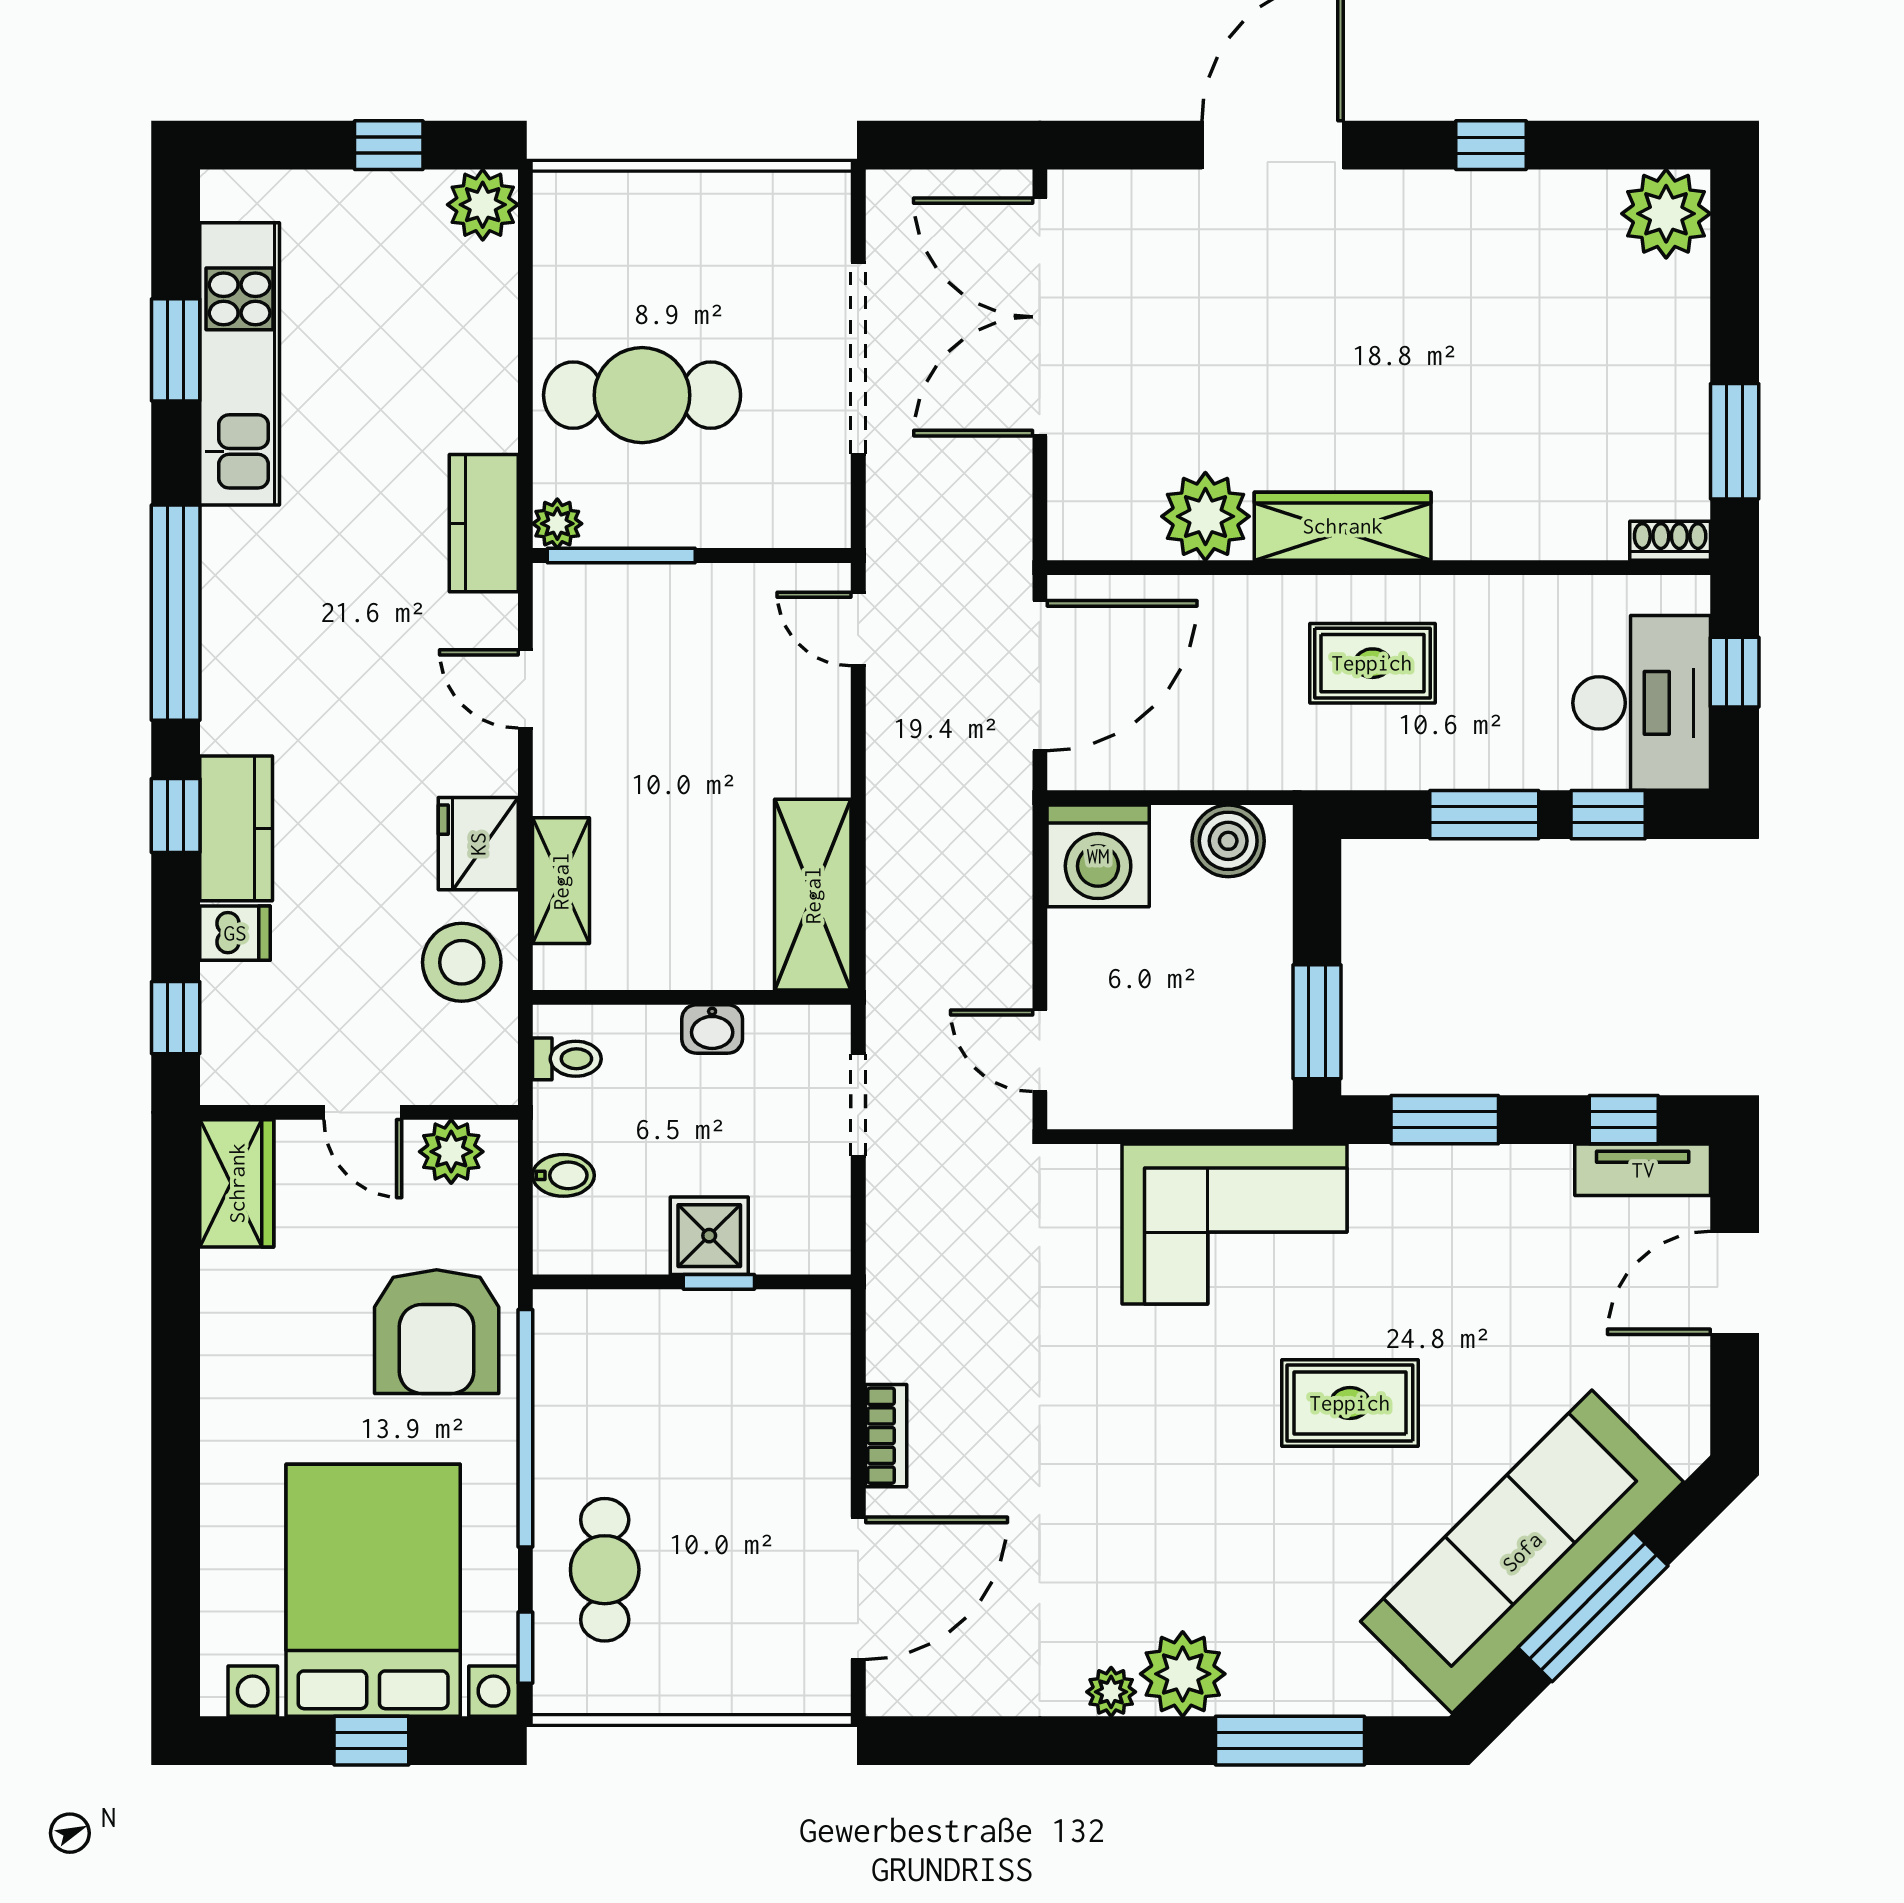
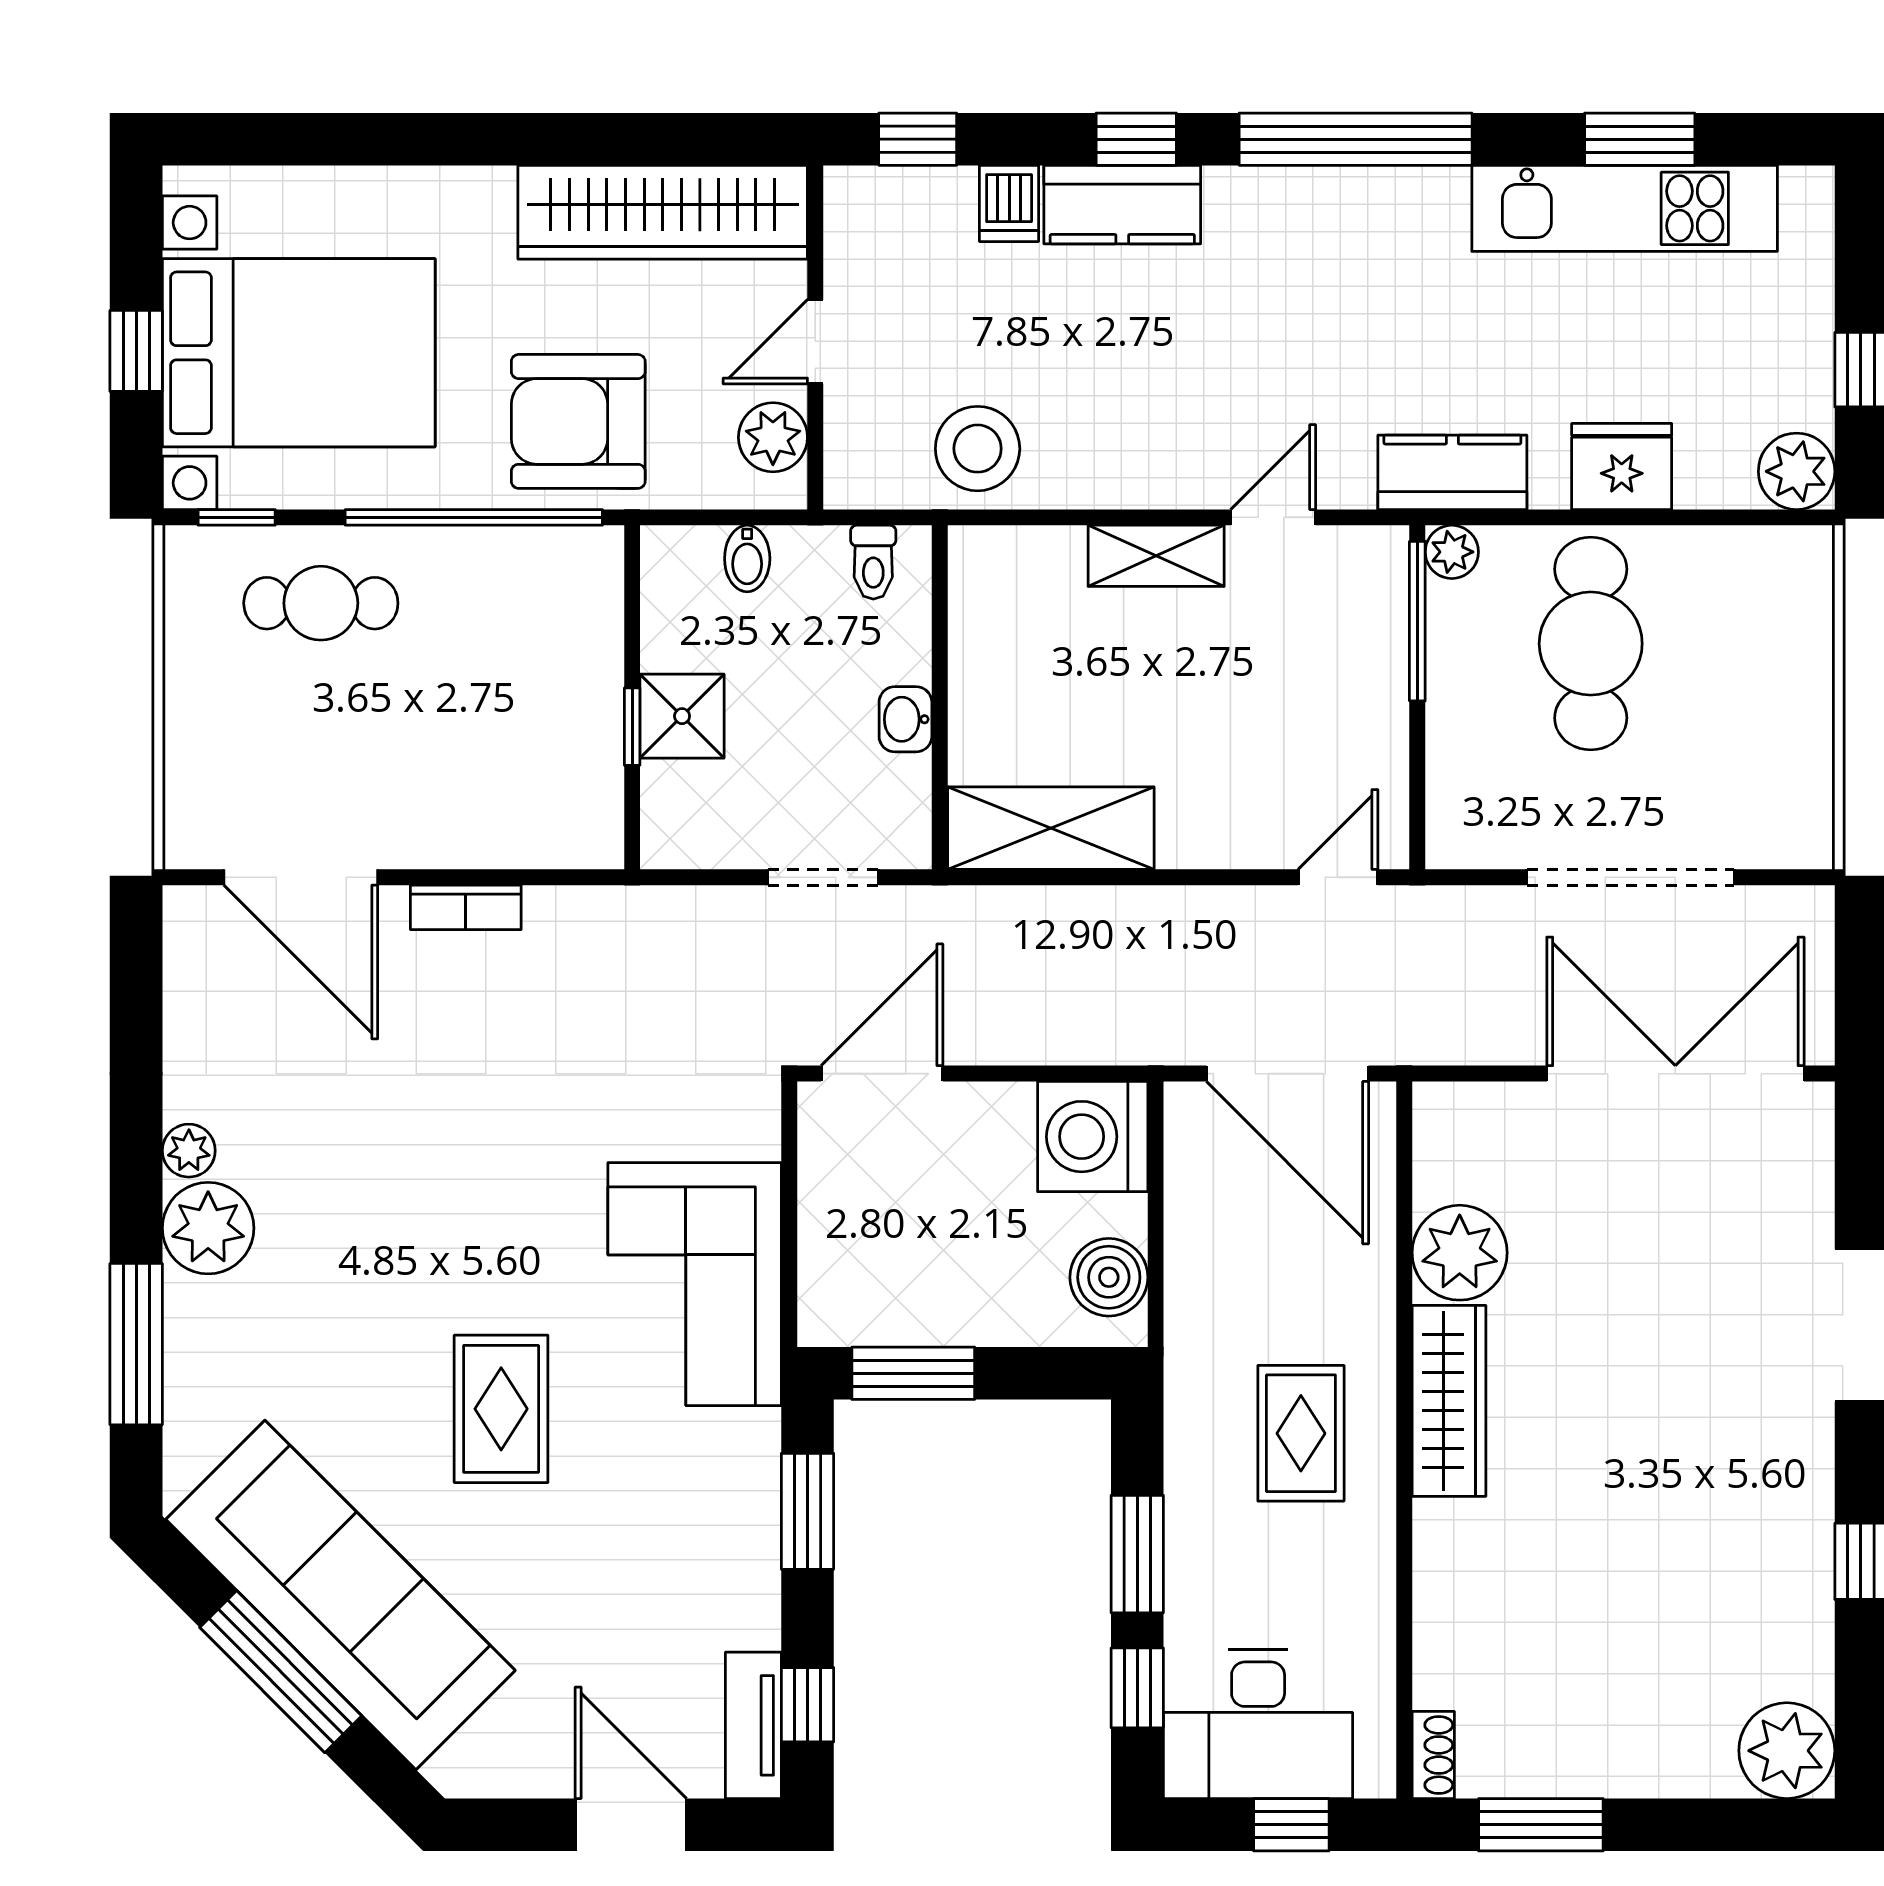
fridge: (478, 844) -> (1622, 466), moved
shelving: (561, 881) -> (1156, 556), moved
door: (1040, 1051) -> (882, 1074), width x1.38
wardrobe: (237, 1183) -> (663, 212), width x2.10, depth x1.17

